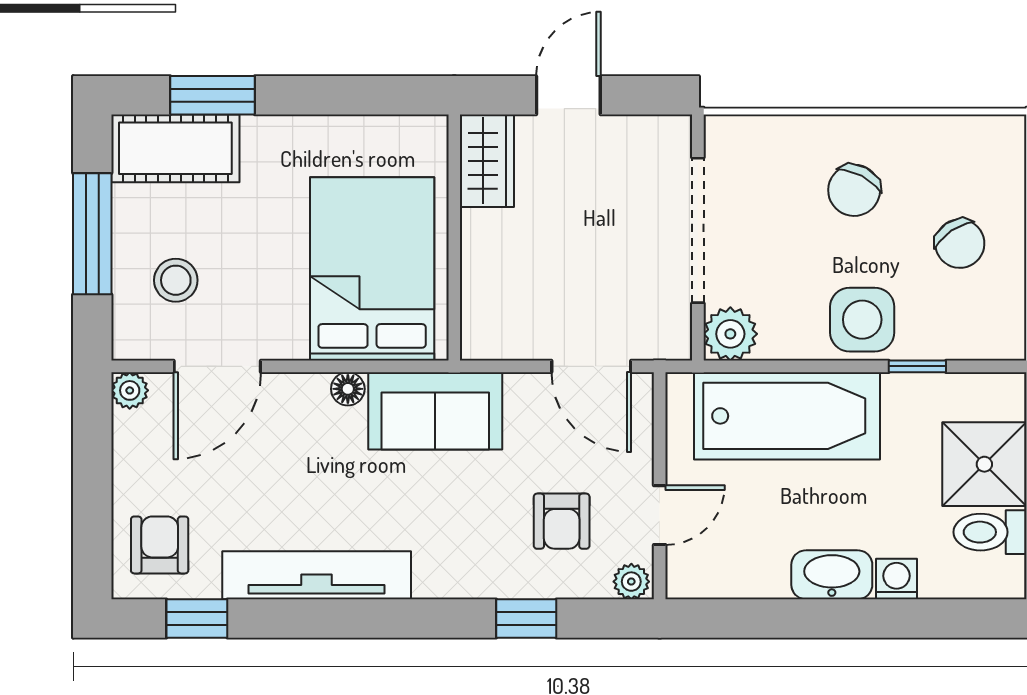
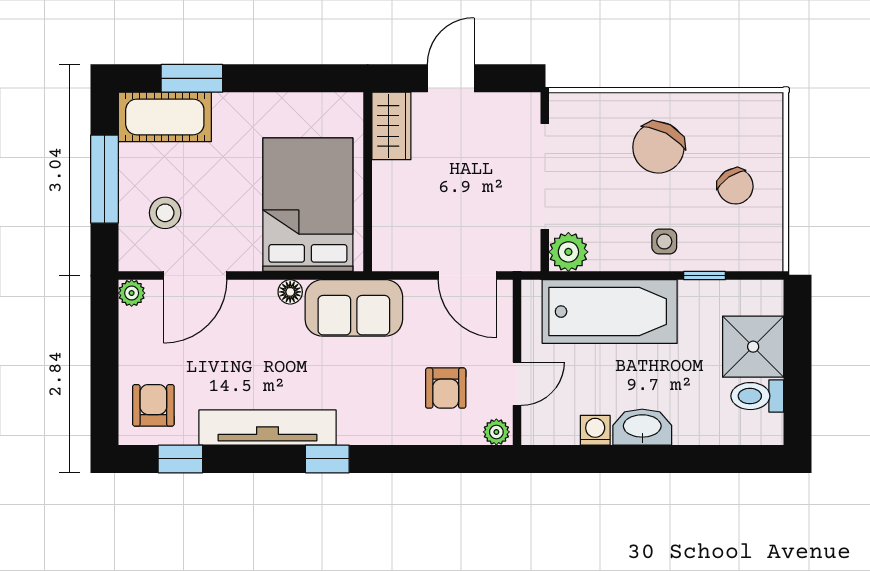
chair: (854, 190) -> (658, 147), width x1.37, depth x1.37
side table: (862, 320) -> (664, 242), width x0.54, depth x0.54
washing machine: (896, 579) -> (595, 430), moved
window: (526, 619) -> (327, 459), moved

